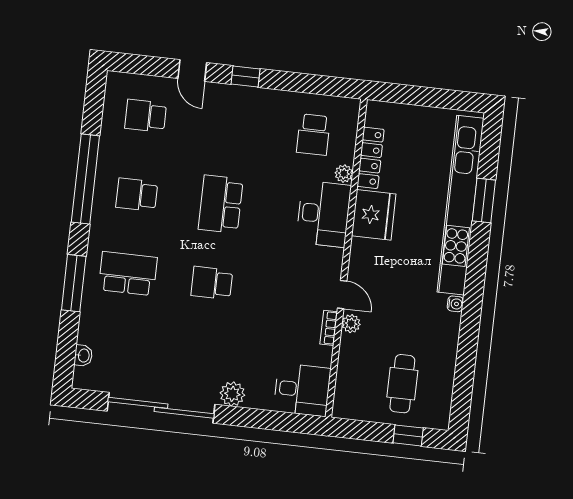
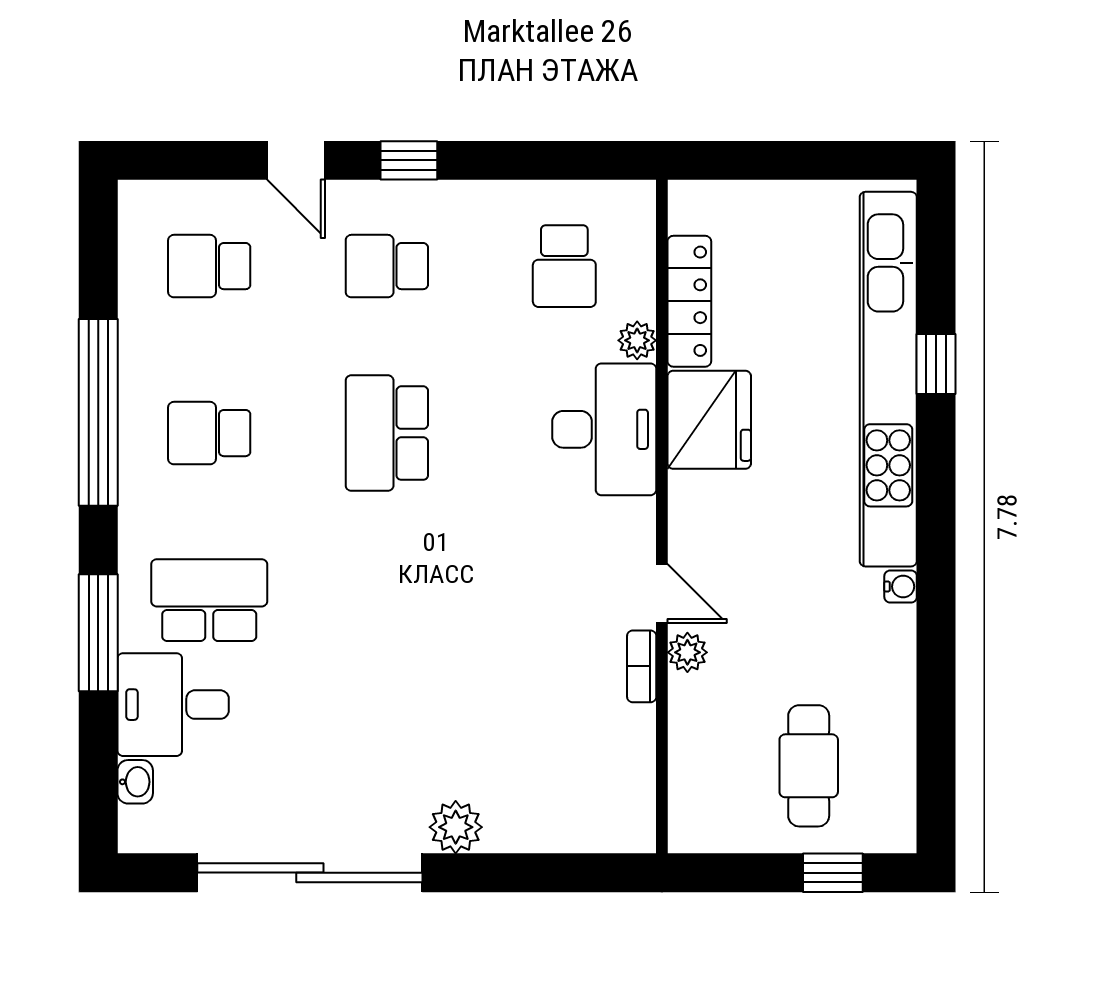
window: (484, 201) -> (936, 364), width x0.67
school desk: (212, 283) -> (387, 266), moved
desk: (302, 390) -> (173, 705), moved, turned 180

